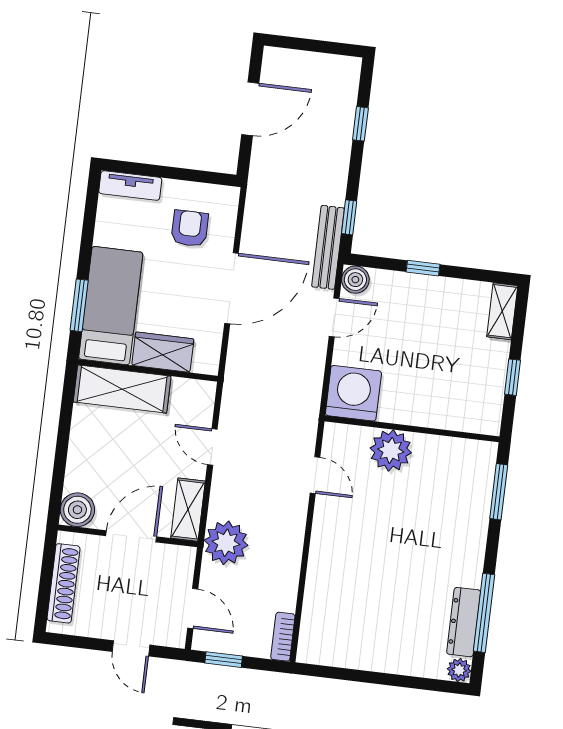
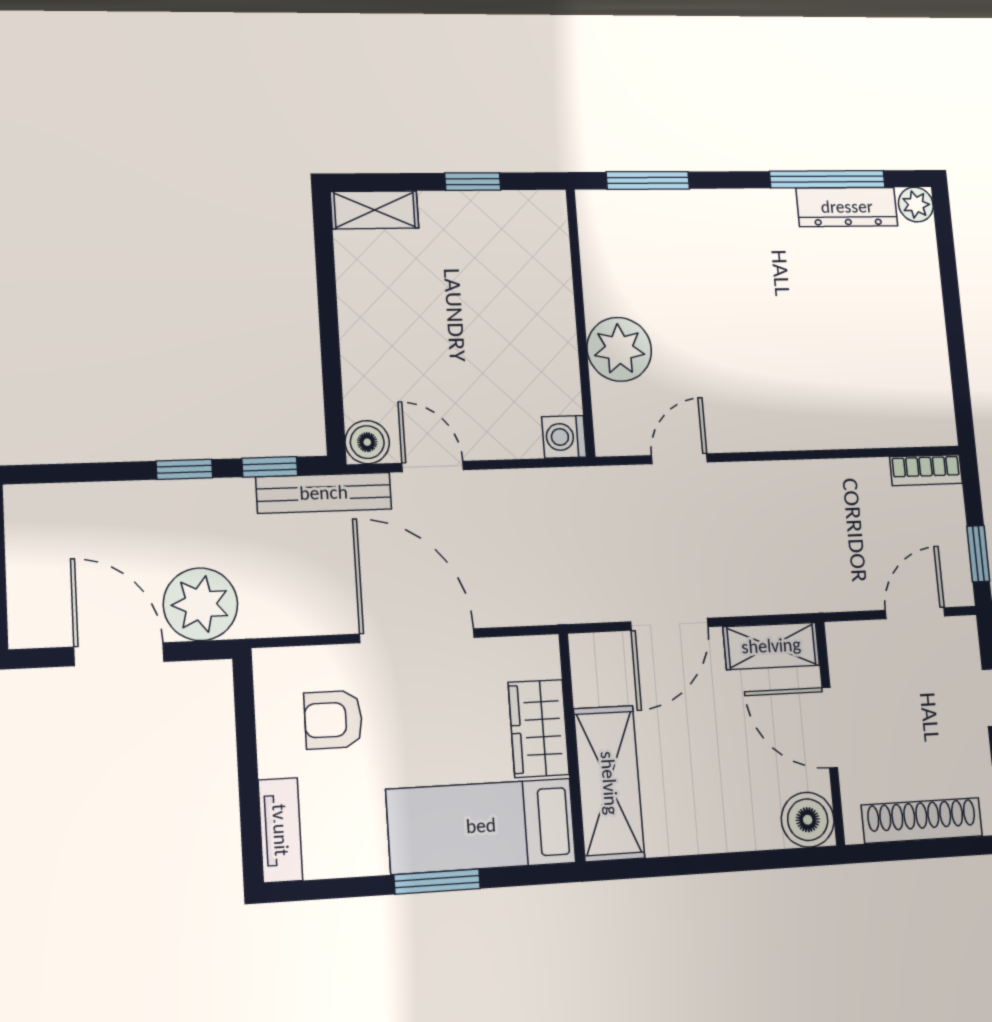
window: (360, 124) -> (184, 469), moved
window: (423, 268) -> (330, 340), removed
window: (79, 305) -> (437, 882), moved
washing machine: (353, 393) -> (564, 437), width x0.53, depth x0.53
door: (212, 447) -> (669, 624), width x1.38
plant: (226, 543) -> (200, 604), moved

